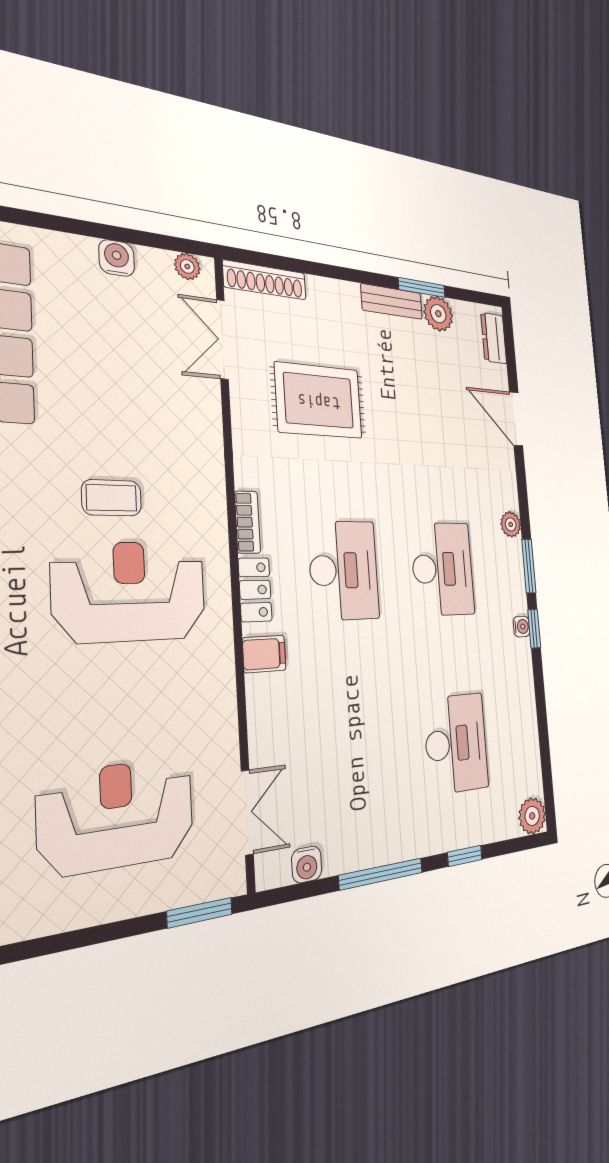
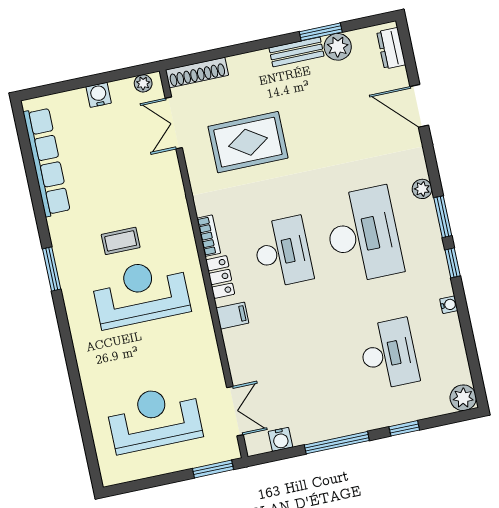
desk: (443, 569) -> (363, 235), width x1.36, depth x1.30
water cooler: (522, 627) -> (449, 305), moved

